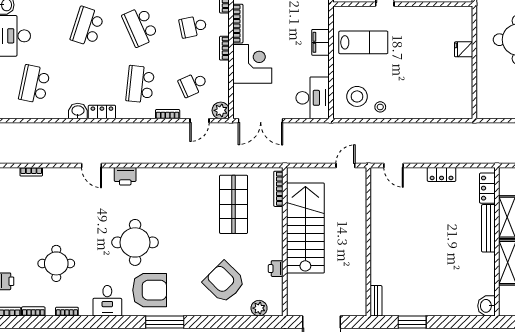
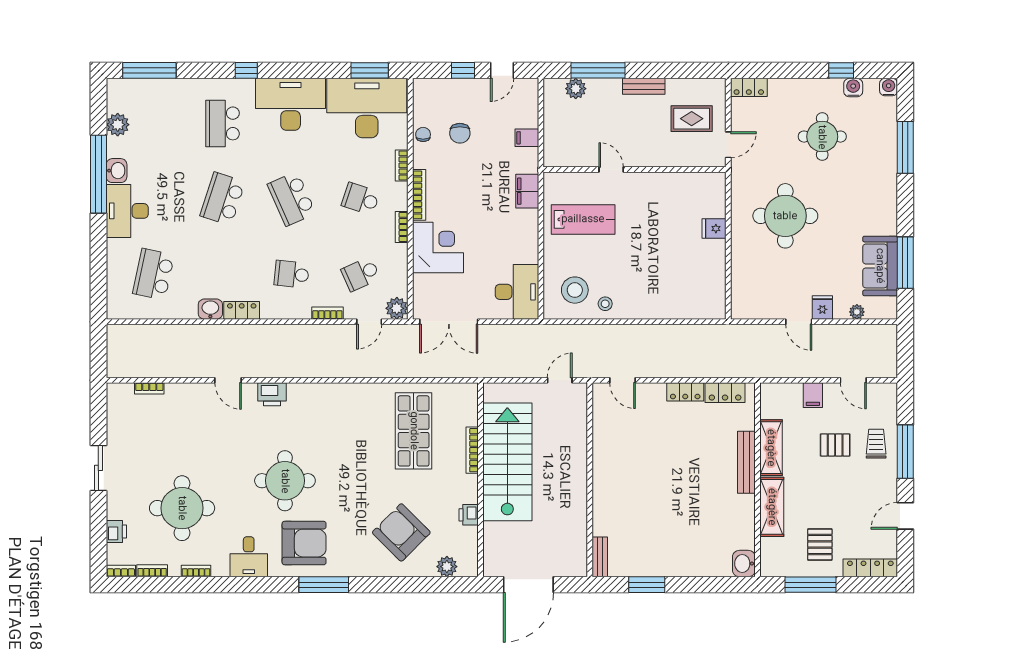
school desk: (193, 27) -> (361, 199), turned 30
filing cabinet: (321, 42) -> (527, 191), moved
school desk: (140, 84) -> (292, 274), width x0.54
locker: (487, 188) -> (725, 393), moved, turned -90
bookcase: (278, 189) -> (472, 450), moved
round table: (56, 263) -> (182, 508), width x1.36, depth x1.36

